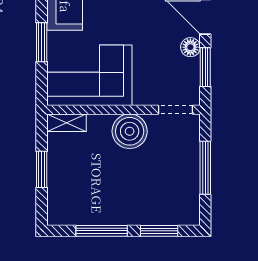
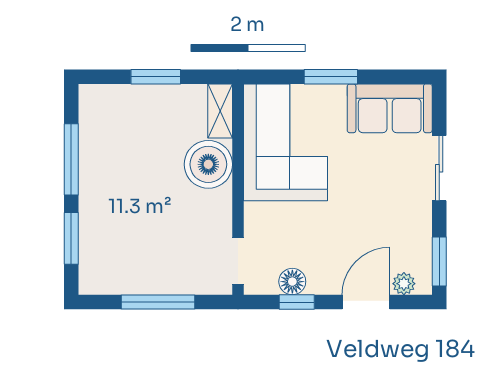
floor lamp: (190, 47) -> (292, 282), moved
window: (205, 67) -> (297, 302), width x0.67
boiler: (130, 131) -> (208, 164), moved

